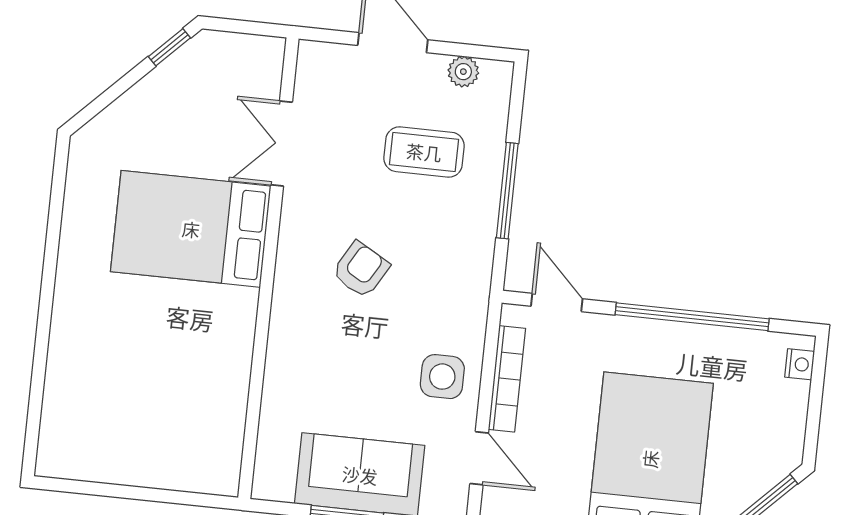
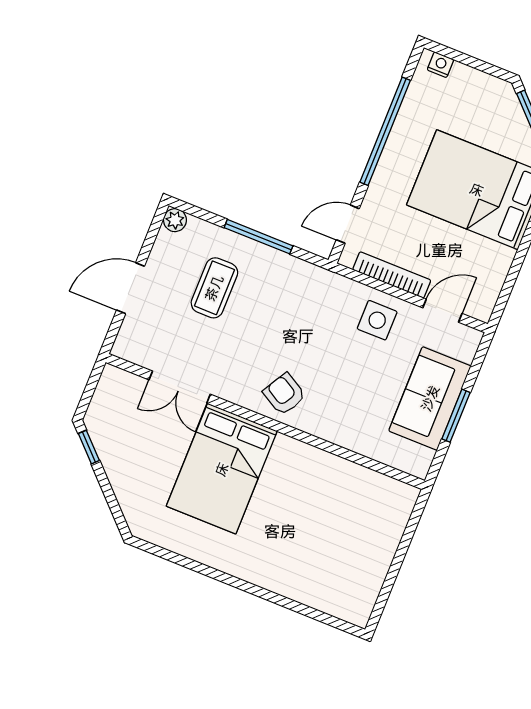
plant: (463, 72) -> (175, 220), moved
armchair: (361, 270) -> (284, 394), moved

